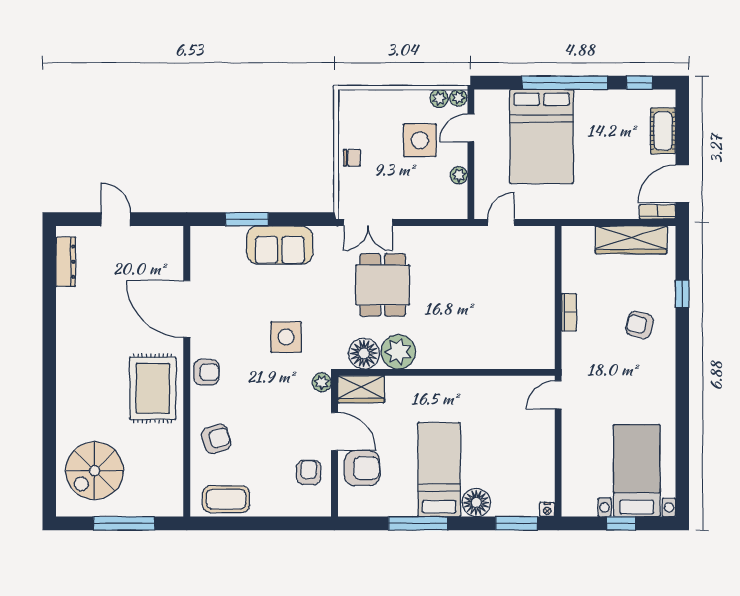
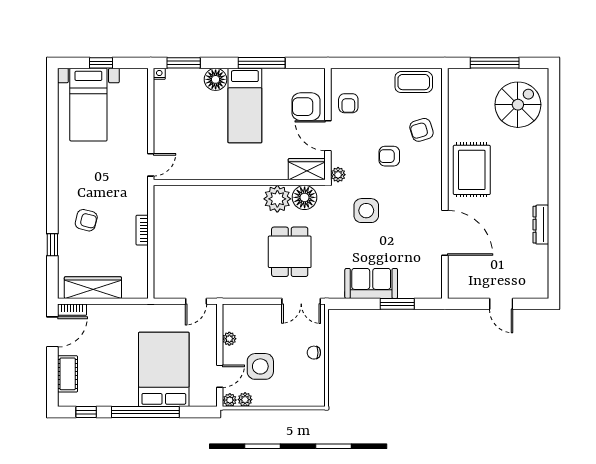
double door: (368, 222) -> (301, 301), swing flipped
dresser: (66, 262) -> (541, 225), moved
armchair: (206, 372) -> (389, 156), moved

